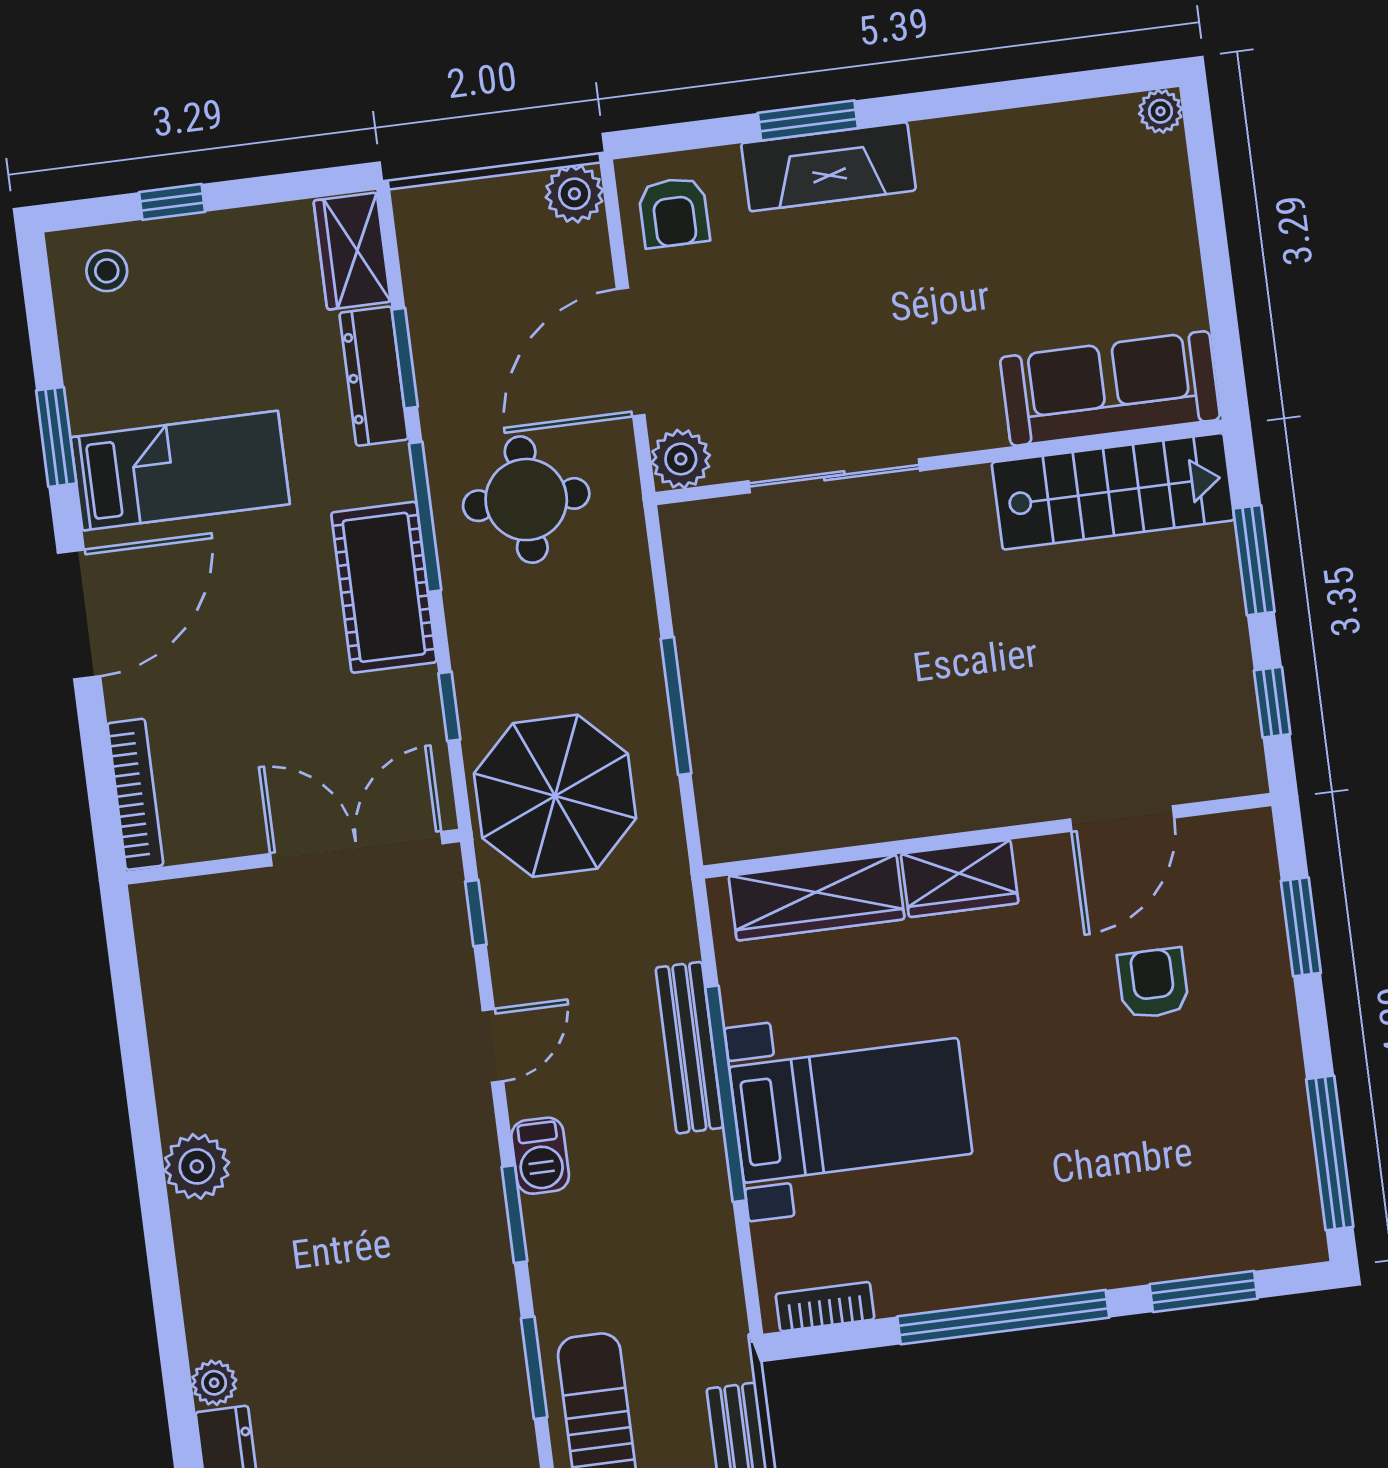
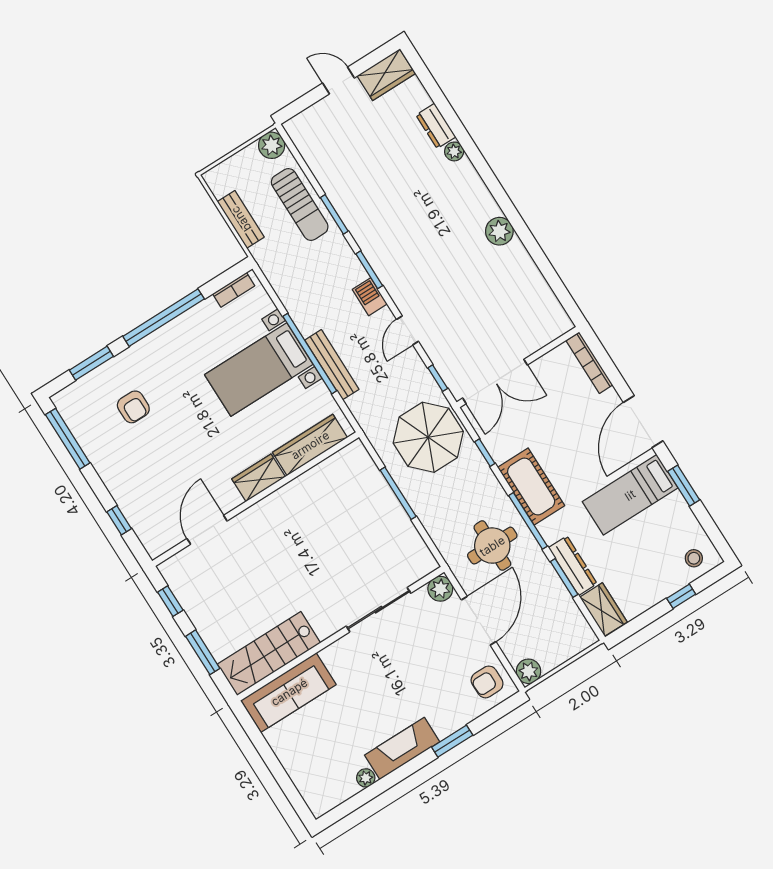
plant: (1161, 111) -> (366, 778), moved
fireplace: (828, 167) -> (402, 748), moved
armchair: (674, 212) -> (487, 682), turned -90
window: (1301, 927) -> (119, 520), width x0.67
armchair: (1153, 983) -> (133, 407), moved

